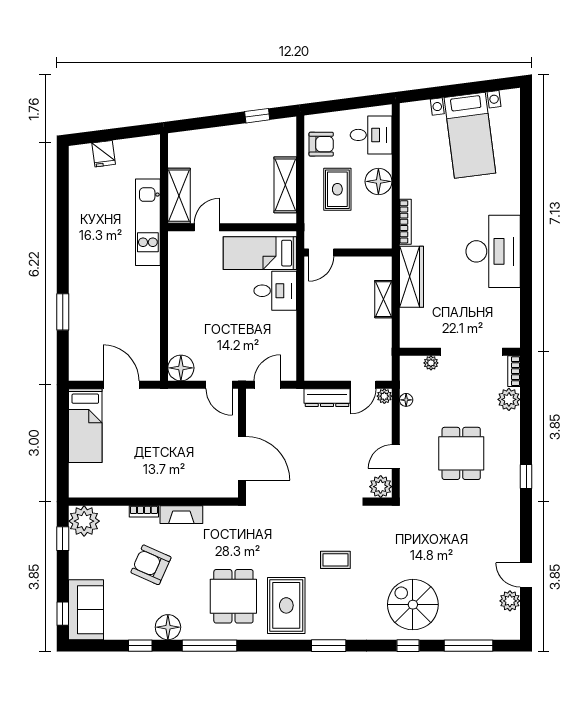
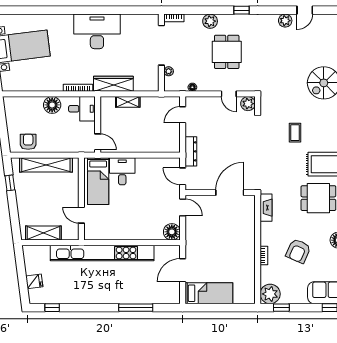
desk: (371, 135) -> (82, 109), moved, turned 90
window: (63, 181) -> (52, 308), added
shelving: (285, 185) -> (46, 165), width x1.47
rug: (337, 189) -> (57, 131), removed
shelving: (179, 196) -> (43, 233), moved
kitchen unit: (148, 222) -> (102, 253), width x1.86
window: (63, 312) -> (136, 308), width x1.44
door: (219, 385) -> (183, 207), hinge flipped
door: (363, 385) -> (183, 115), swing flipped
plant: (384, 396) -> (190, 101), removed
dresser: (327, 398) -> (191, 151), moved
plant: (509, 399) -> (210, 21), moved
dining table: (461, 453) -> (227, 52), turned 90
fireplace: (181, 515) -> (266, 208), moved
plant: (510, 601) -> (285, 21), moved

